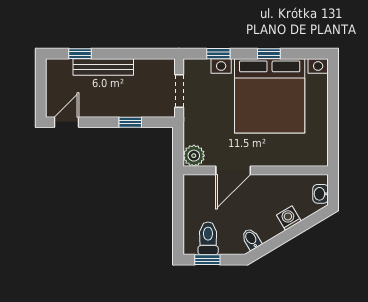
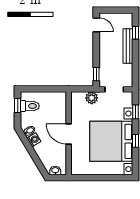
window: (130, 122) -> (96, 74), moved
plant: (194, 156) -> (92, 98), moved
door: (233, 170) -> (69, 134), moved
washing machine: (289, 218) -> (34, 140), moved

